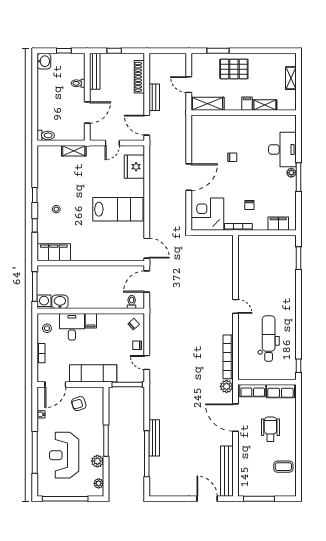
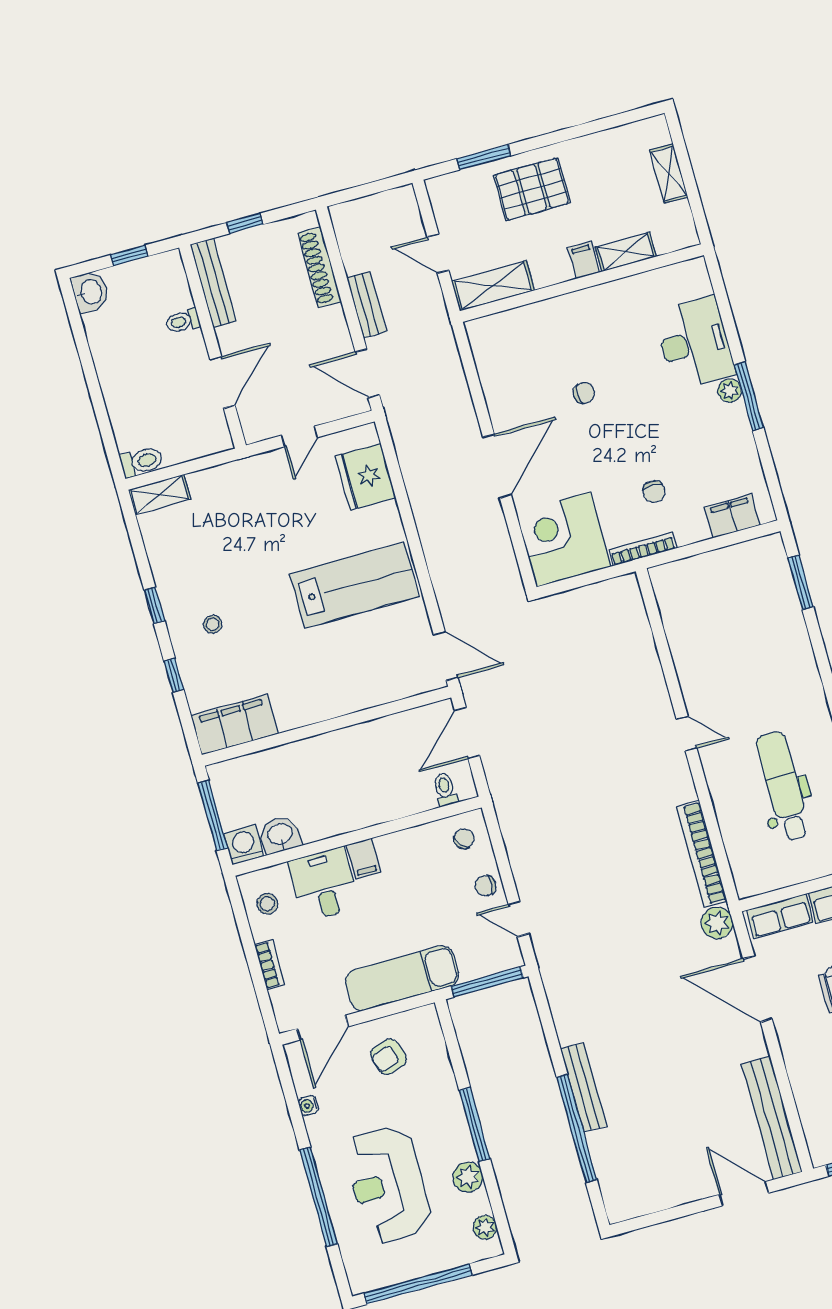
shelving: (74, 151) -> (159, 494), moved

